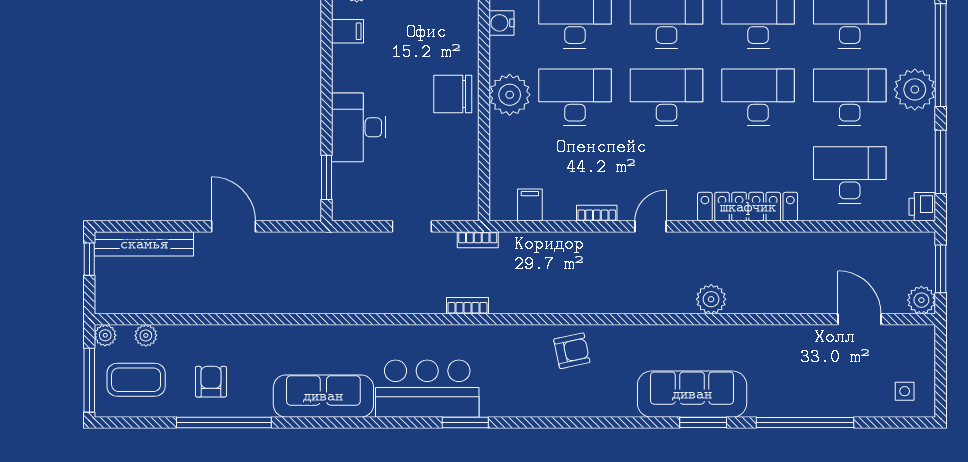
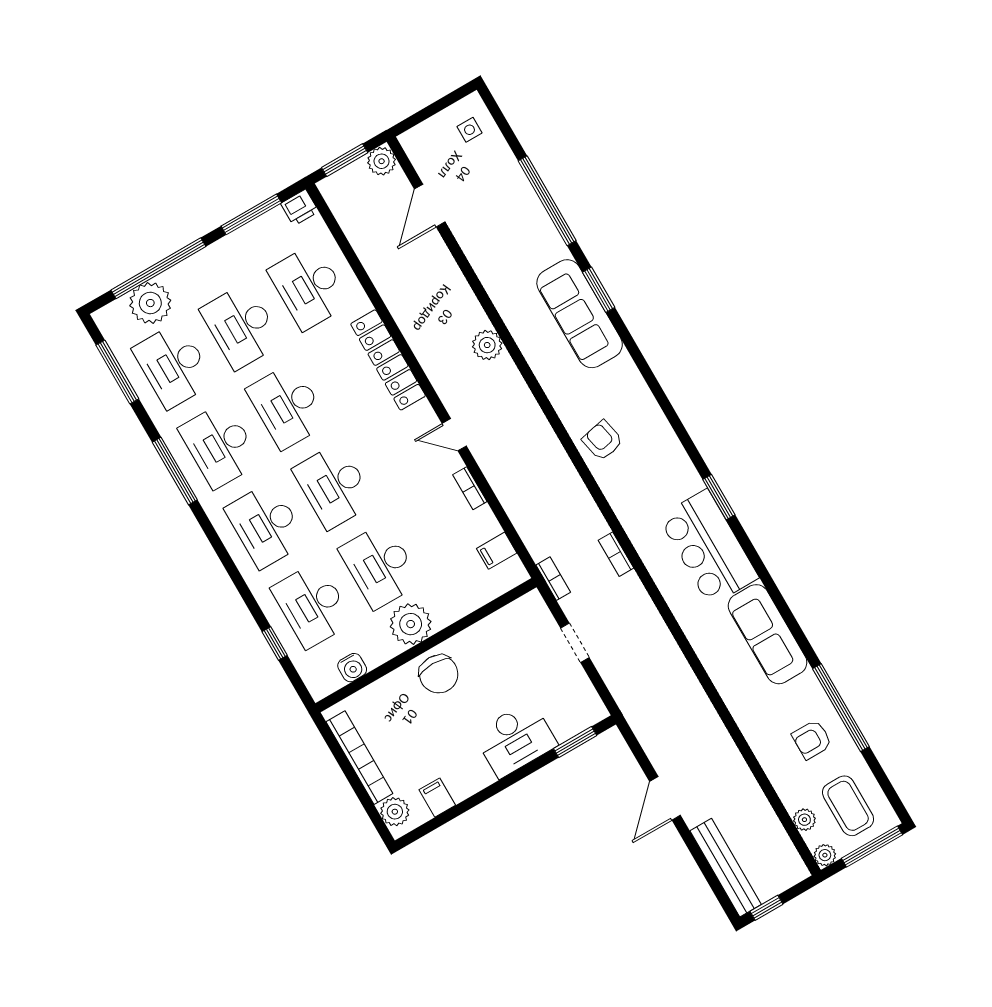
plant: (915, 89) -> (150, 303), moved

